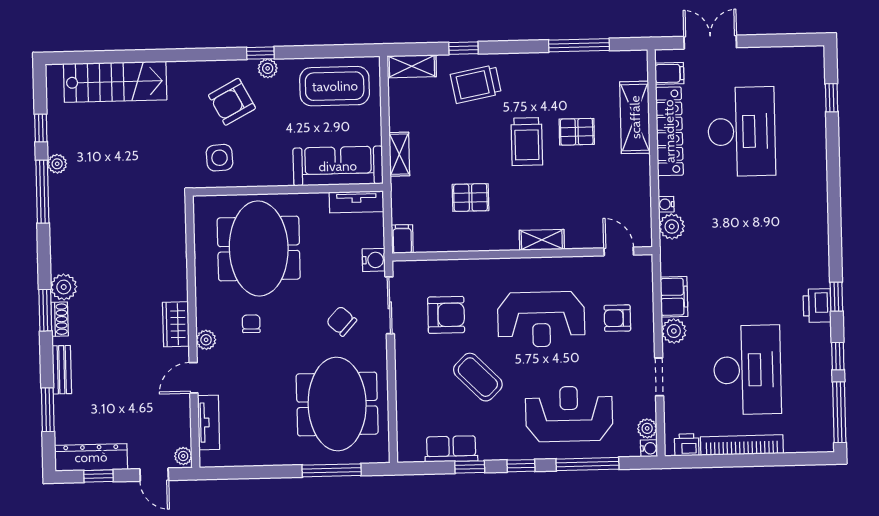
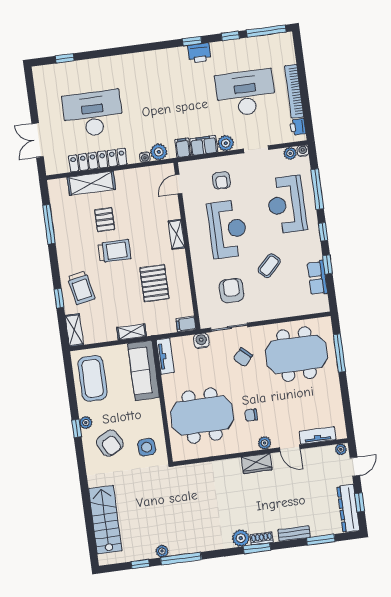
filing cabinet: (669, 73) -> (183, 148), moved
pallet: (470, 198) -> (154, 283), width x1.50, depth x1.42
coffee table: (478, 377) -> (269, 266), width x0.73, depth x0.77

